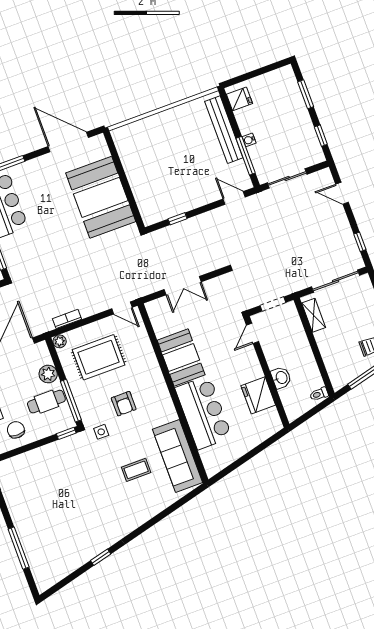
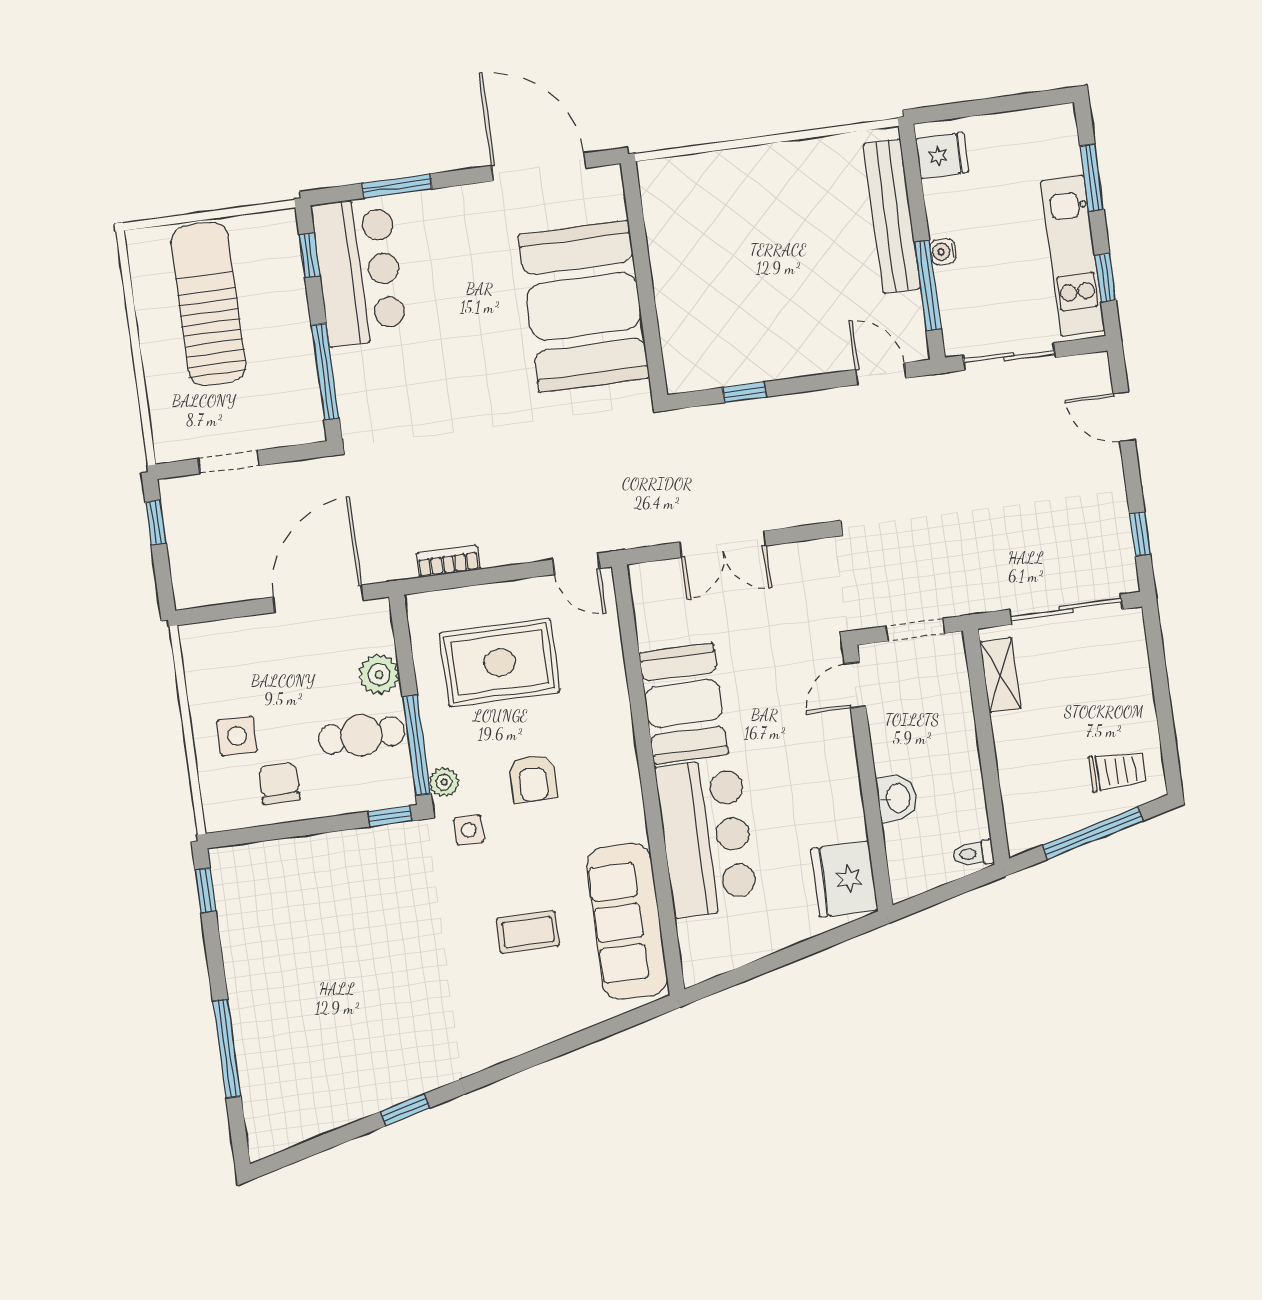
kitchen unit: (305, 129) -> (1073, 256), added
plant: (60, 341) -> (444, 782), moved
fridge: (258, 395) -> (844, 879), moved

